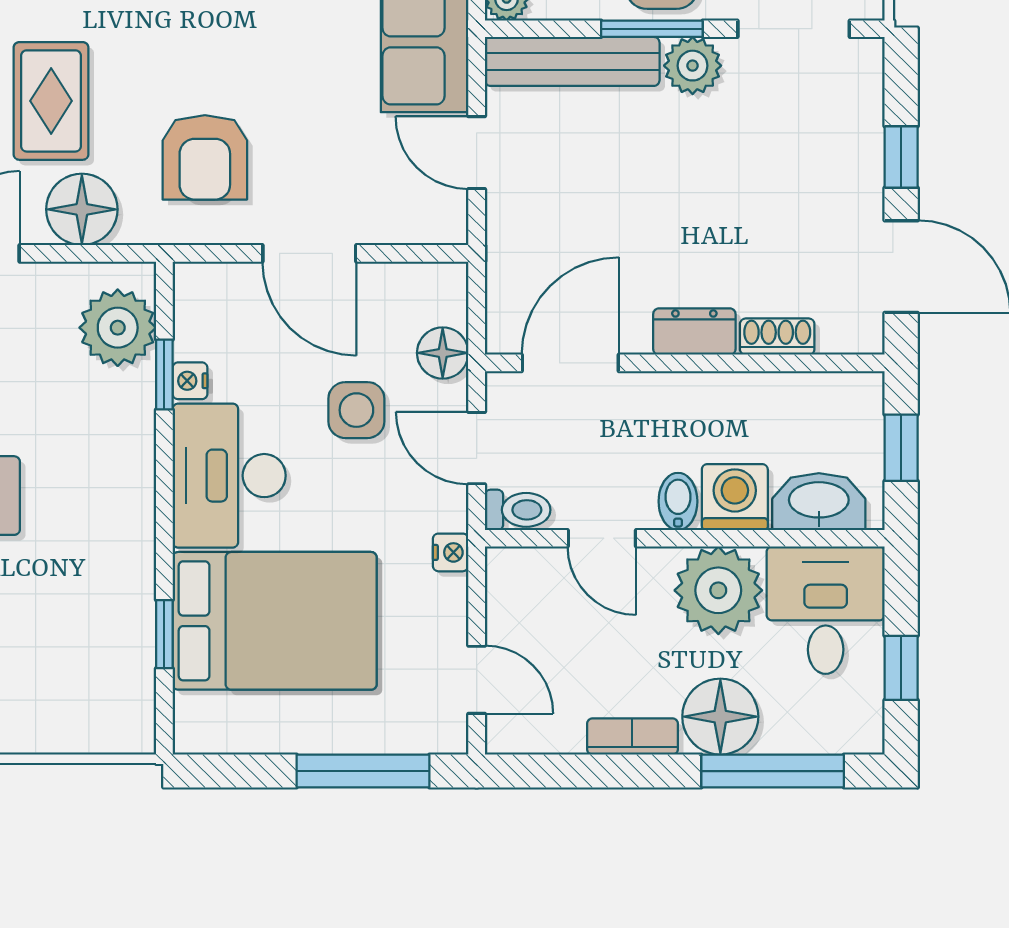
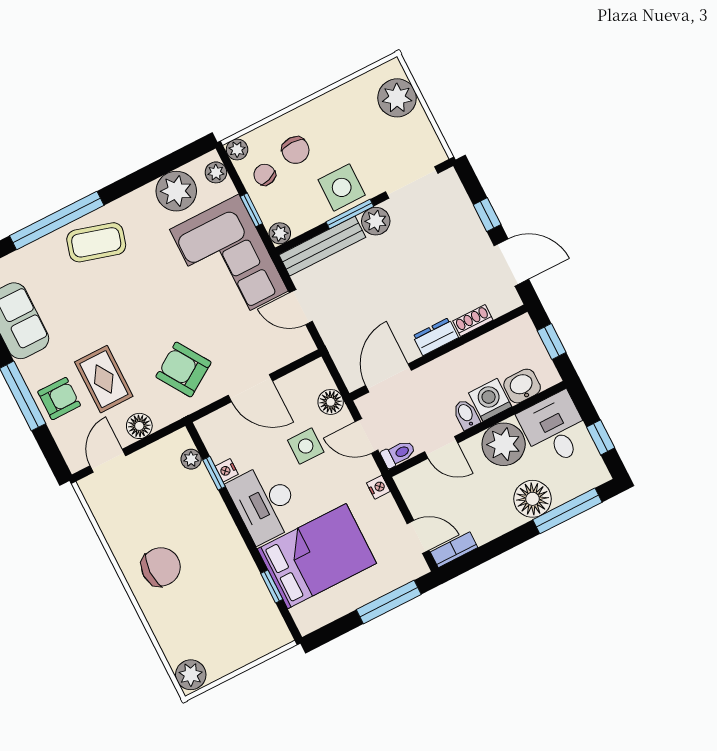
armchair: (205, 157) -> (183, 370), turned 147
floor lamp: (82, 209) -> (139, 426), width x0.73, depth x0.73
plant: (118, 328) -> (191, 459), width x0.53, depth x0.53
washbasin: (819, 502) -> (522, 386), width x0.72
bookcase: (632, 736) -> (454, 550), moved

